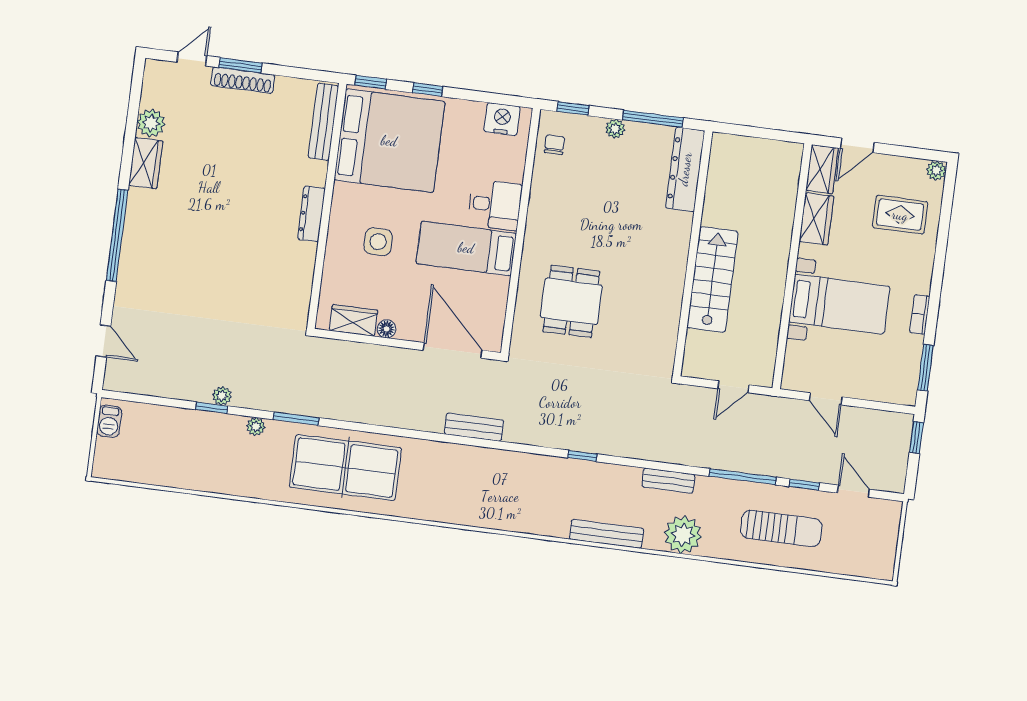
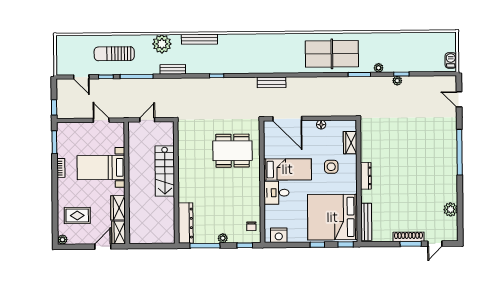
wardrobe: (146, 163) -> (450, 189), removed
dining table: (571, 301) -> (232, 151), width x1.37
wardrobe: (353, 320) -> (350, 143), moved, turned 90

